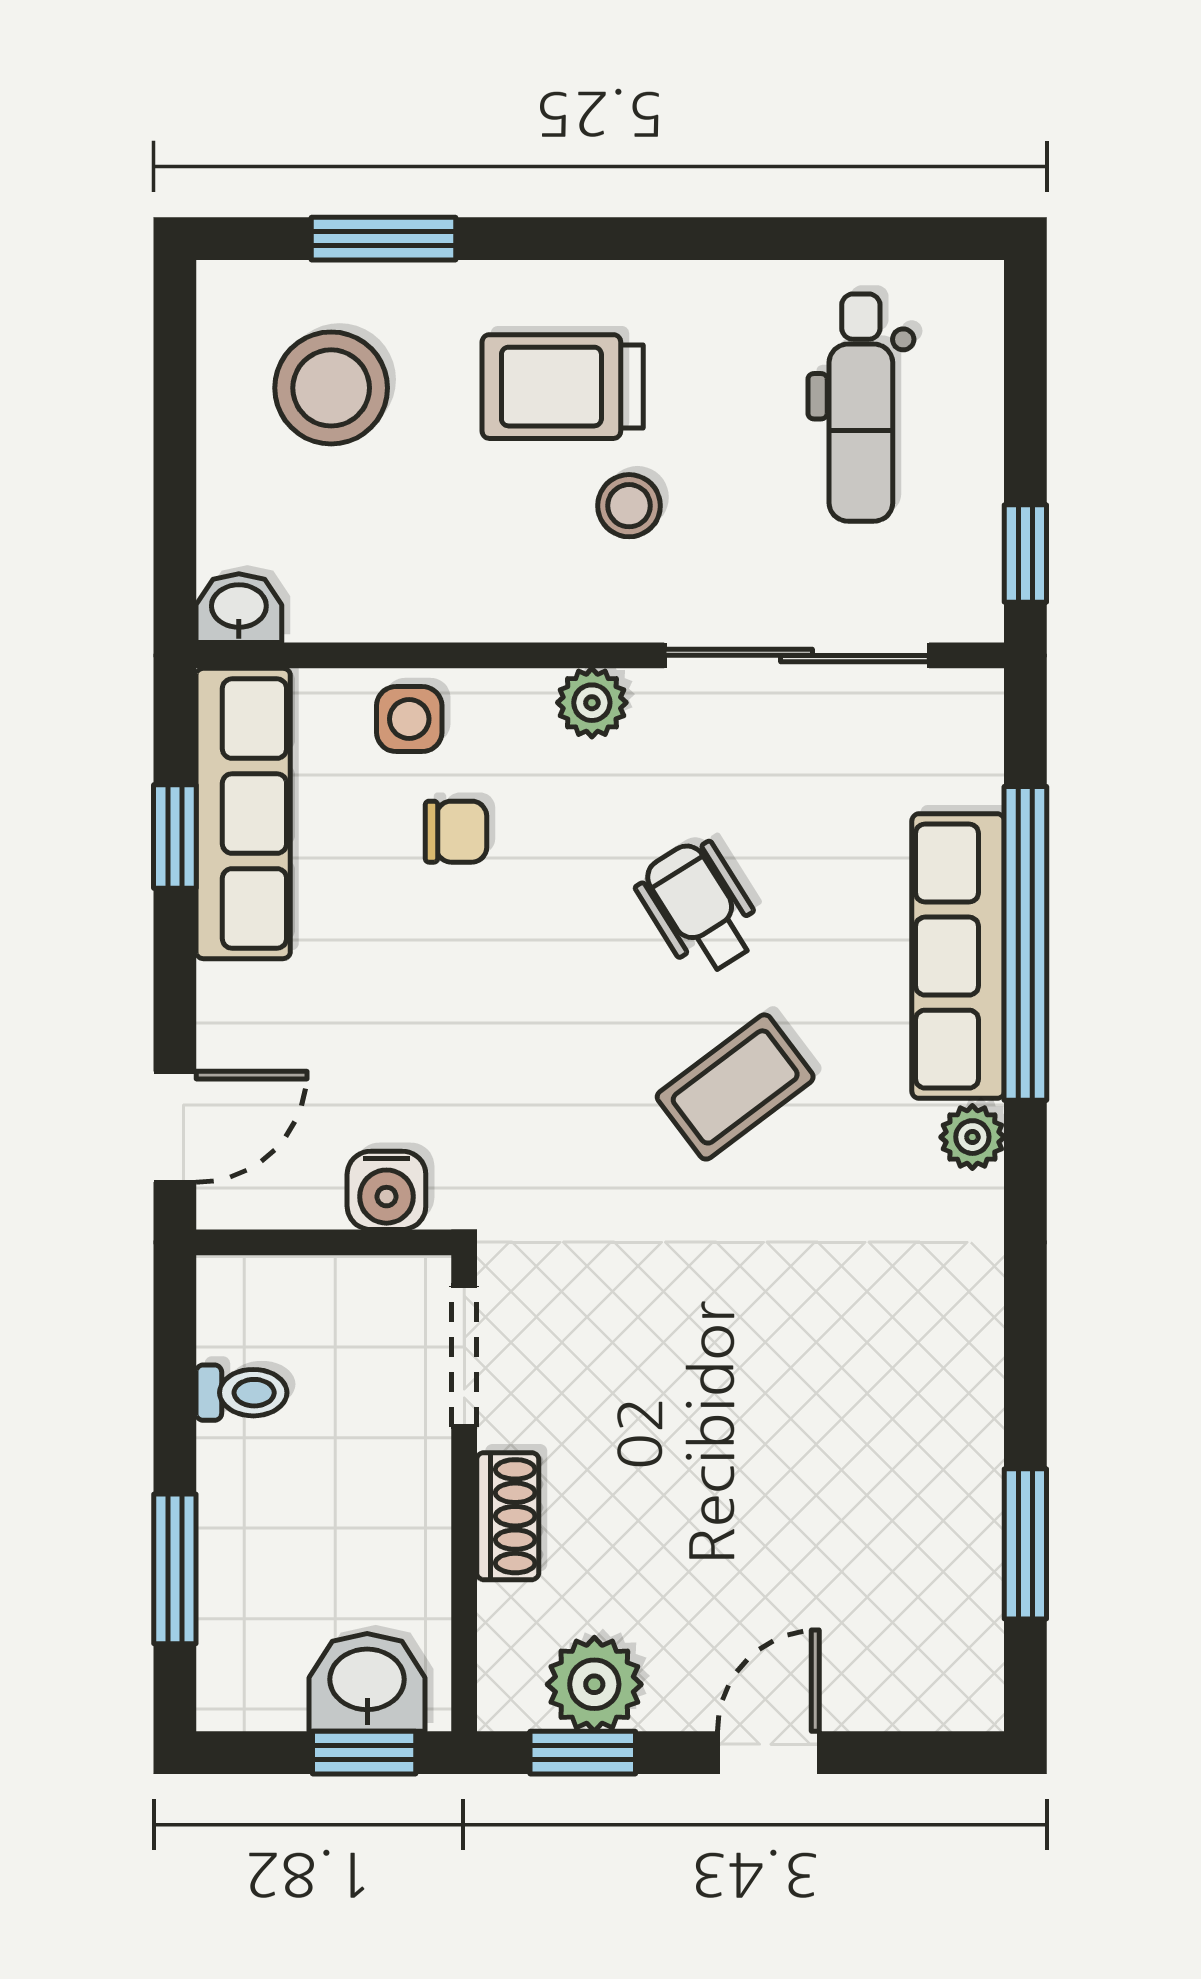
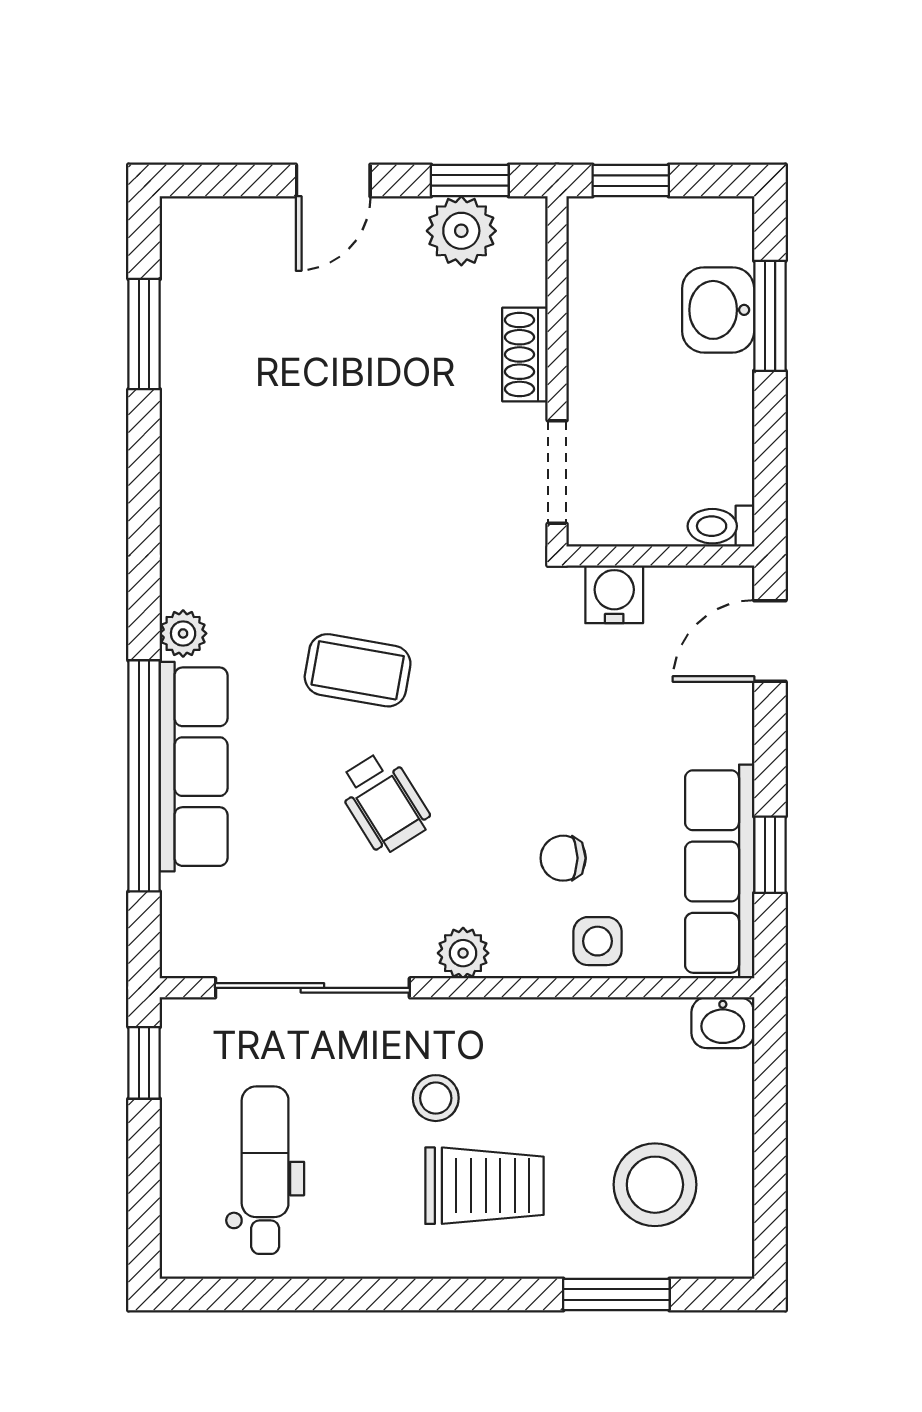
coffee table: (735, 1087) -> (358, 670), turned 47
toilet: (241, 1393) -> (721, 526), moved
washbasin: (367, 1682) -> (718, 310), moved, turned 90

